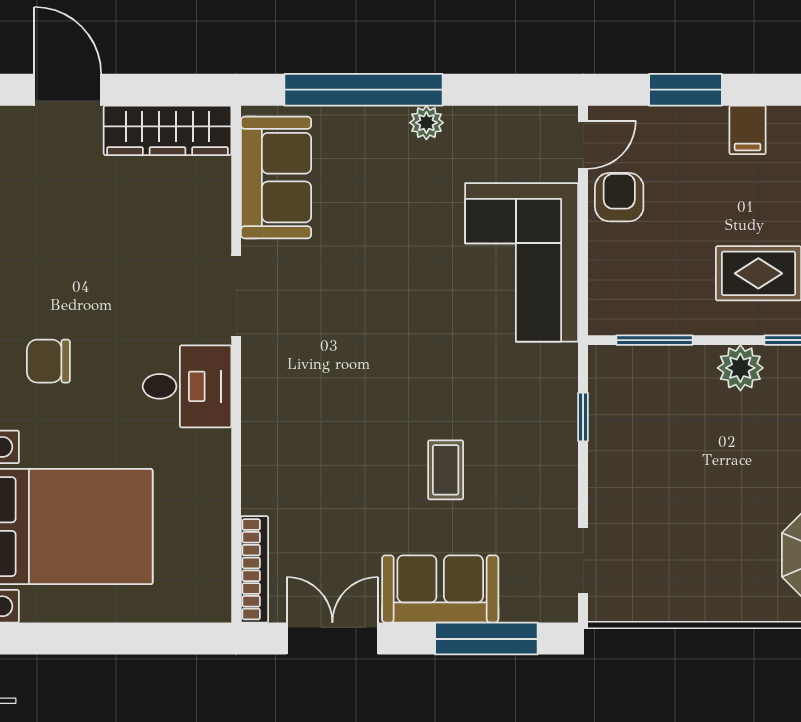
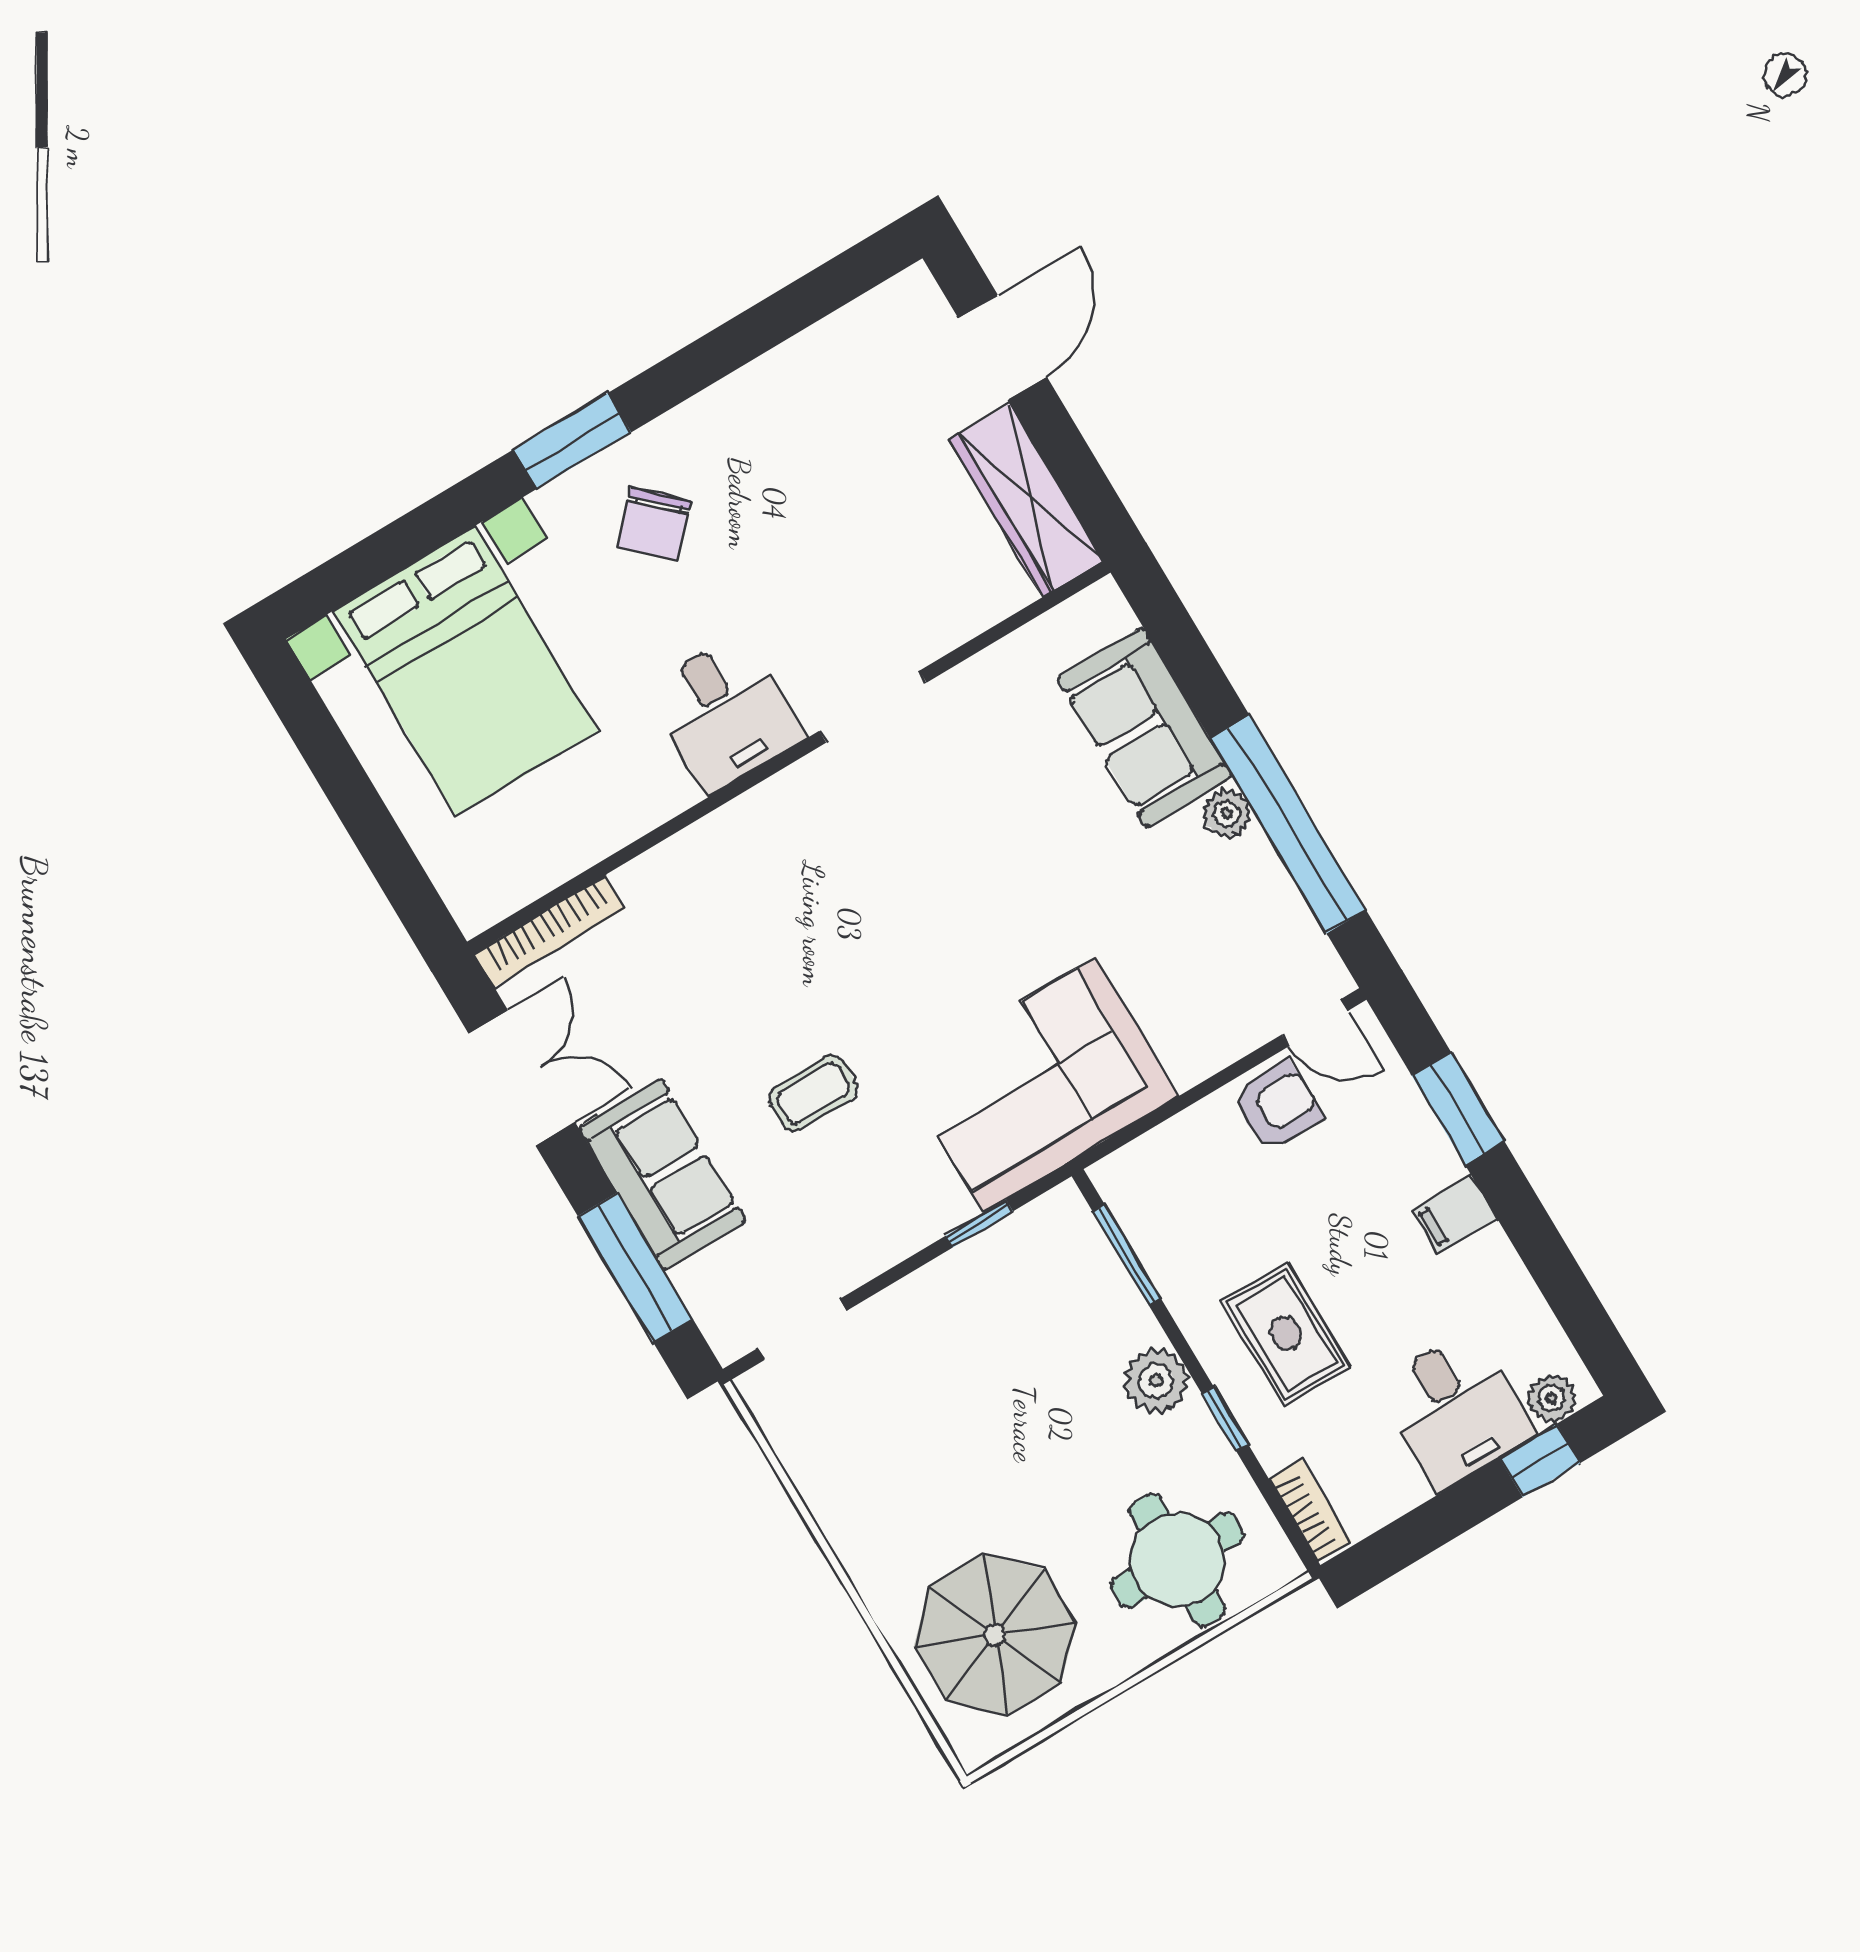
window: (364, 90) -> (1288, 824), moved
sofa: (276, 178) -> (1144, 727), moved, turned 90
corner sofa: (522, 262) -> (1040, 1085), moved
chair: (48, 361) -> (654, 524), turned -136

